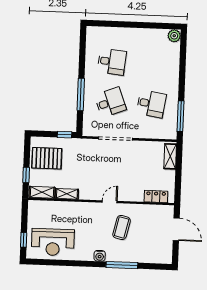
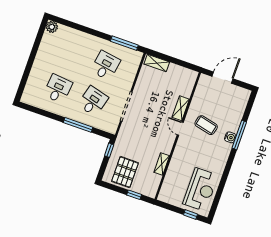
desk: (110, 102) -> (93, 101), turned 36
shelving: (42, 192) -> (181, 108), moved
locker: (156, 196) -> (188, 86), removed
water cooler: (100, 256) -> (230, 137), moved

